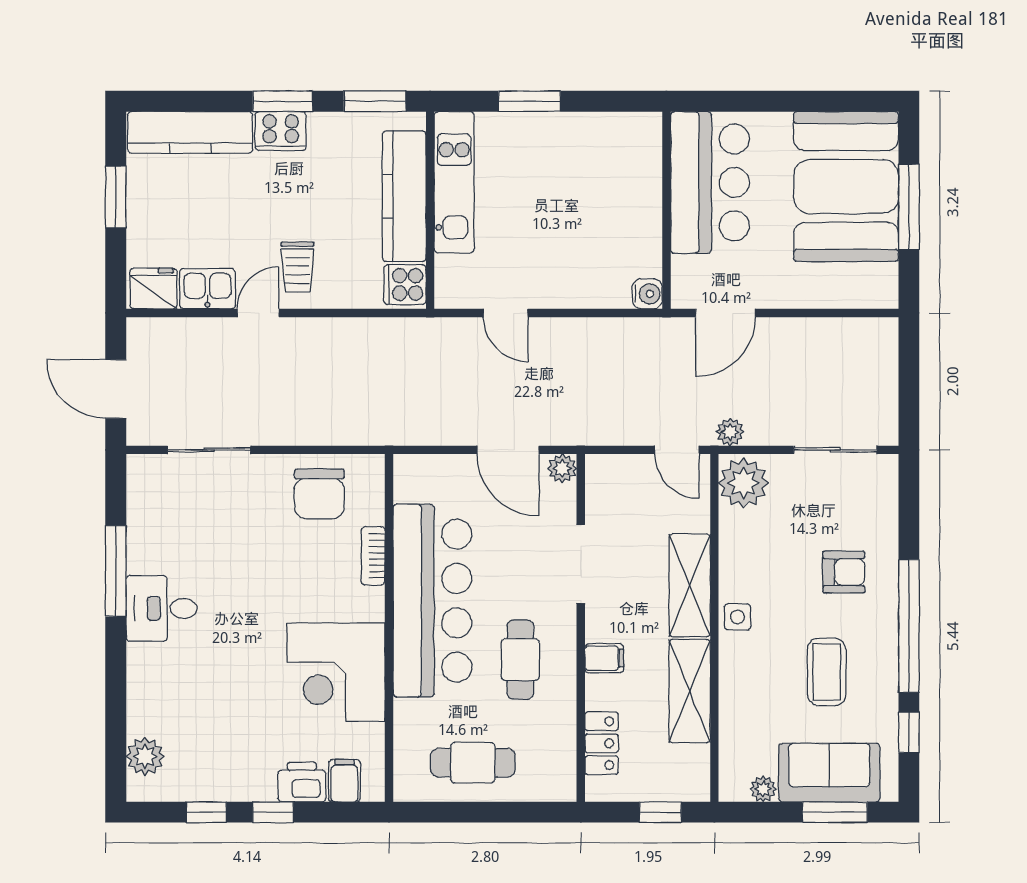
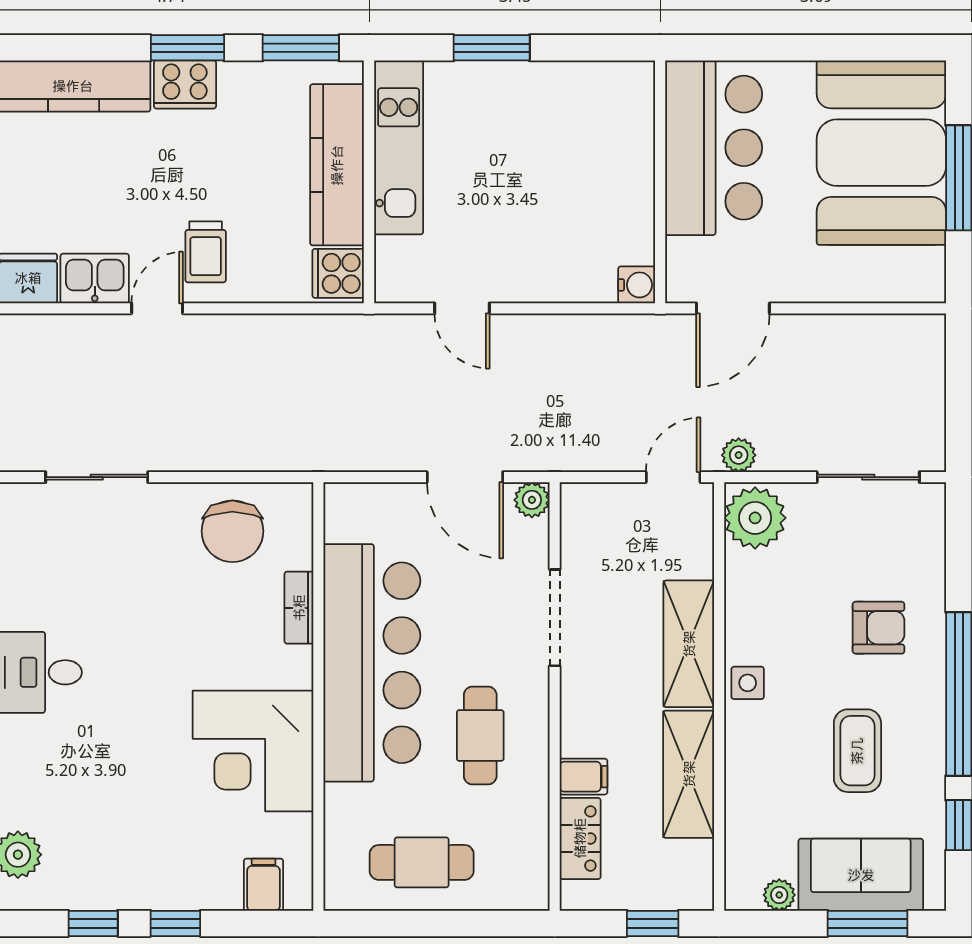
door: (677, 450) -> (673, 477), swing flipped
filing cabinet: (604, 658) -> (584, 777), moved
printer: (302, 782) -> (211, 886), removed

